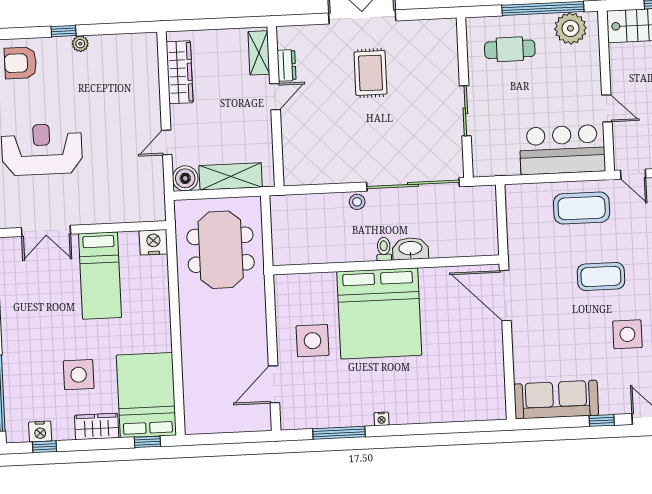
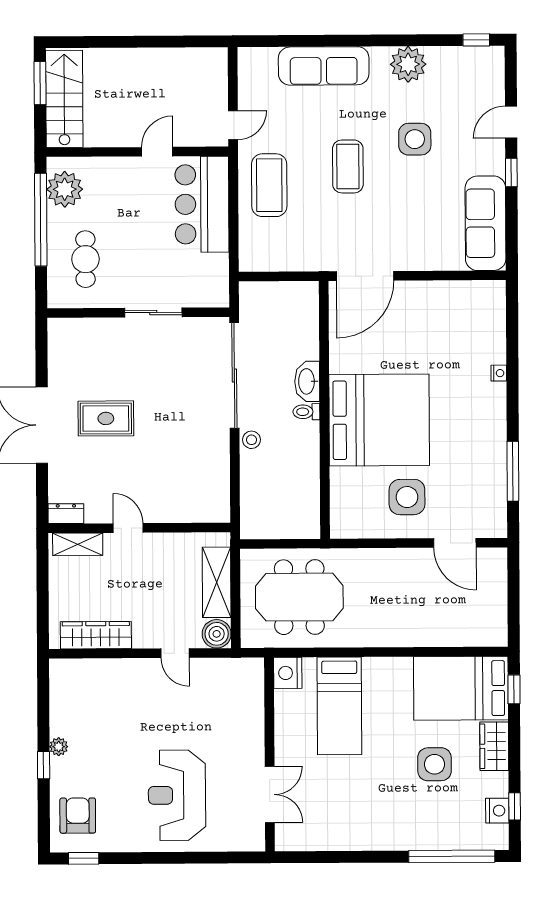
armchair: (20, 63) -> (78, 816), turned 180
dresser: (286, 65) -> (66, 514), moved
bed: (100, 276) -> (339, 706), moved, turned 90
nightstand: (381, 419) -> (499, 373), moved

